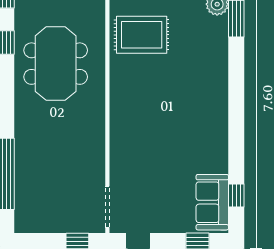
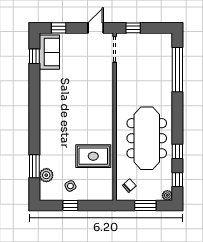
meeting table: (56, 64) -> (147, 138), width x1.36

